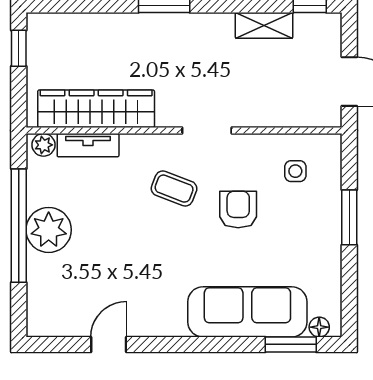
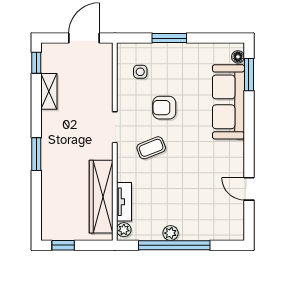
coffee table: (174, 189) -> (151, 148), turned 47
plant: (49, 230) -> (170, 233), width x0.53, depth x0.53

